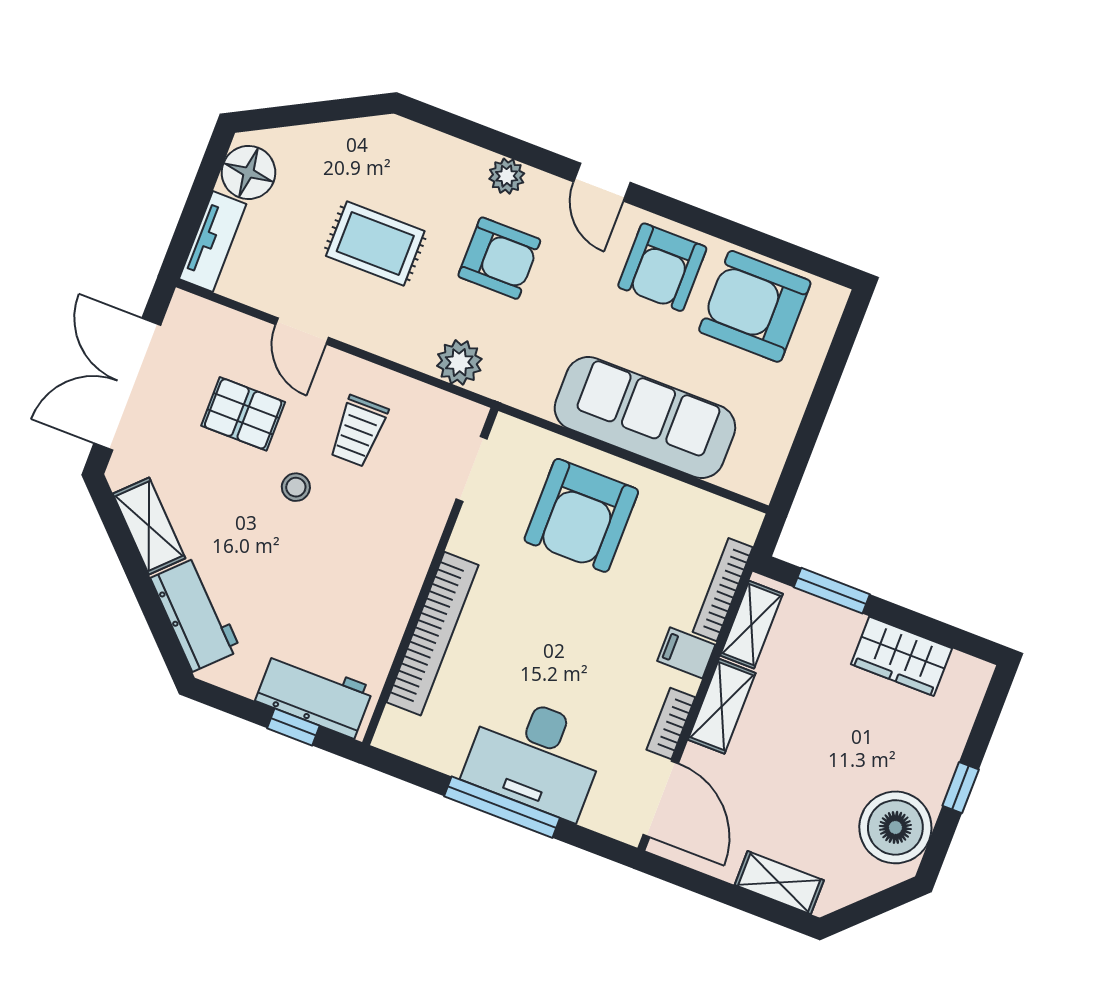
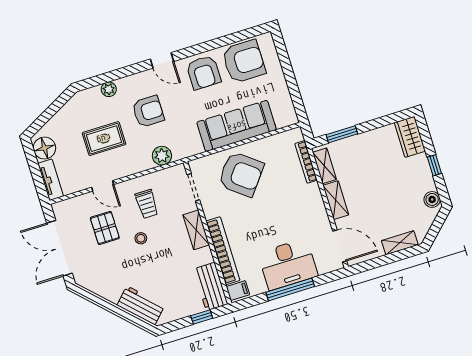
plant: (507, 176) -> (109, 89), moved
armchair: (755, 306) -> (244, 61), turned 180
pallet: (243, 414) -> (105, 228), turned 90
armchair: (581, 515) -> (241, 174), turned -52
shelving: (149, 526) -> (196, 230), moved, turned 45
filing cabinet: (686, 653) -> (238, 291), moved, turned 180
wardrobe: (902, 656) -> (410, 137), moved, turned 90
workbench: (314, 694) -> (210, 287), moved, turned -90
bookcase: (671, 723) -> (324, 219), removed
boiler: (895, 827) -> (432, 199), width x0.54, depth x0.54

